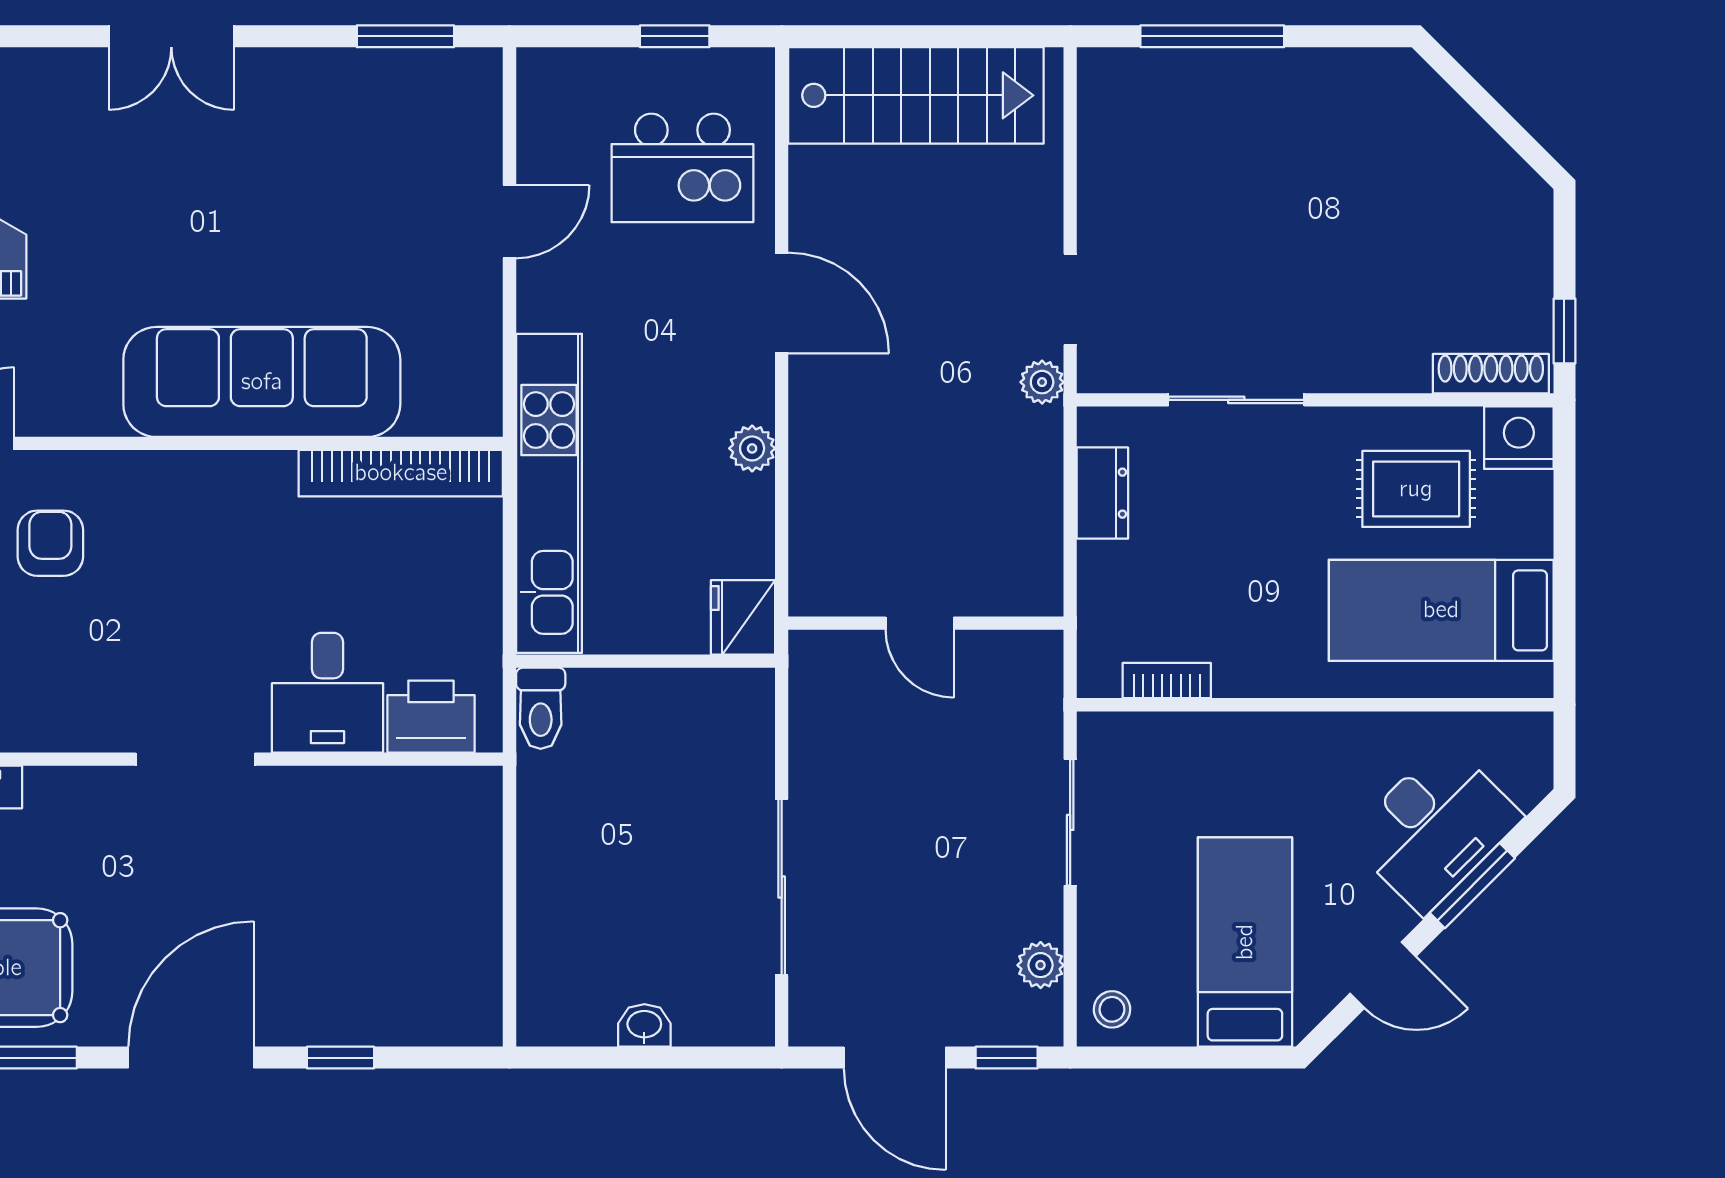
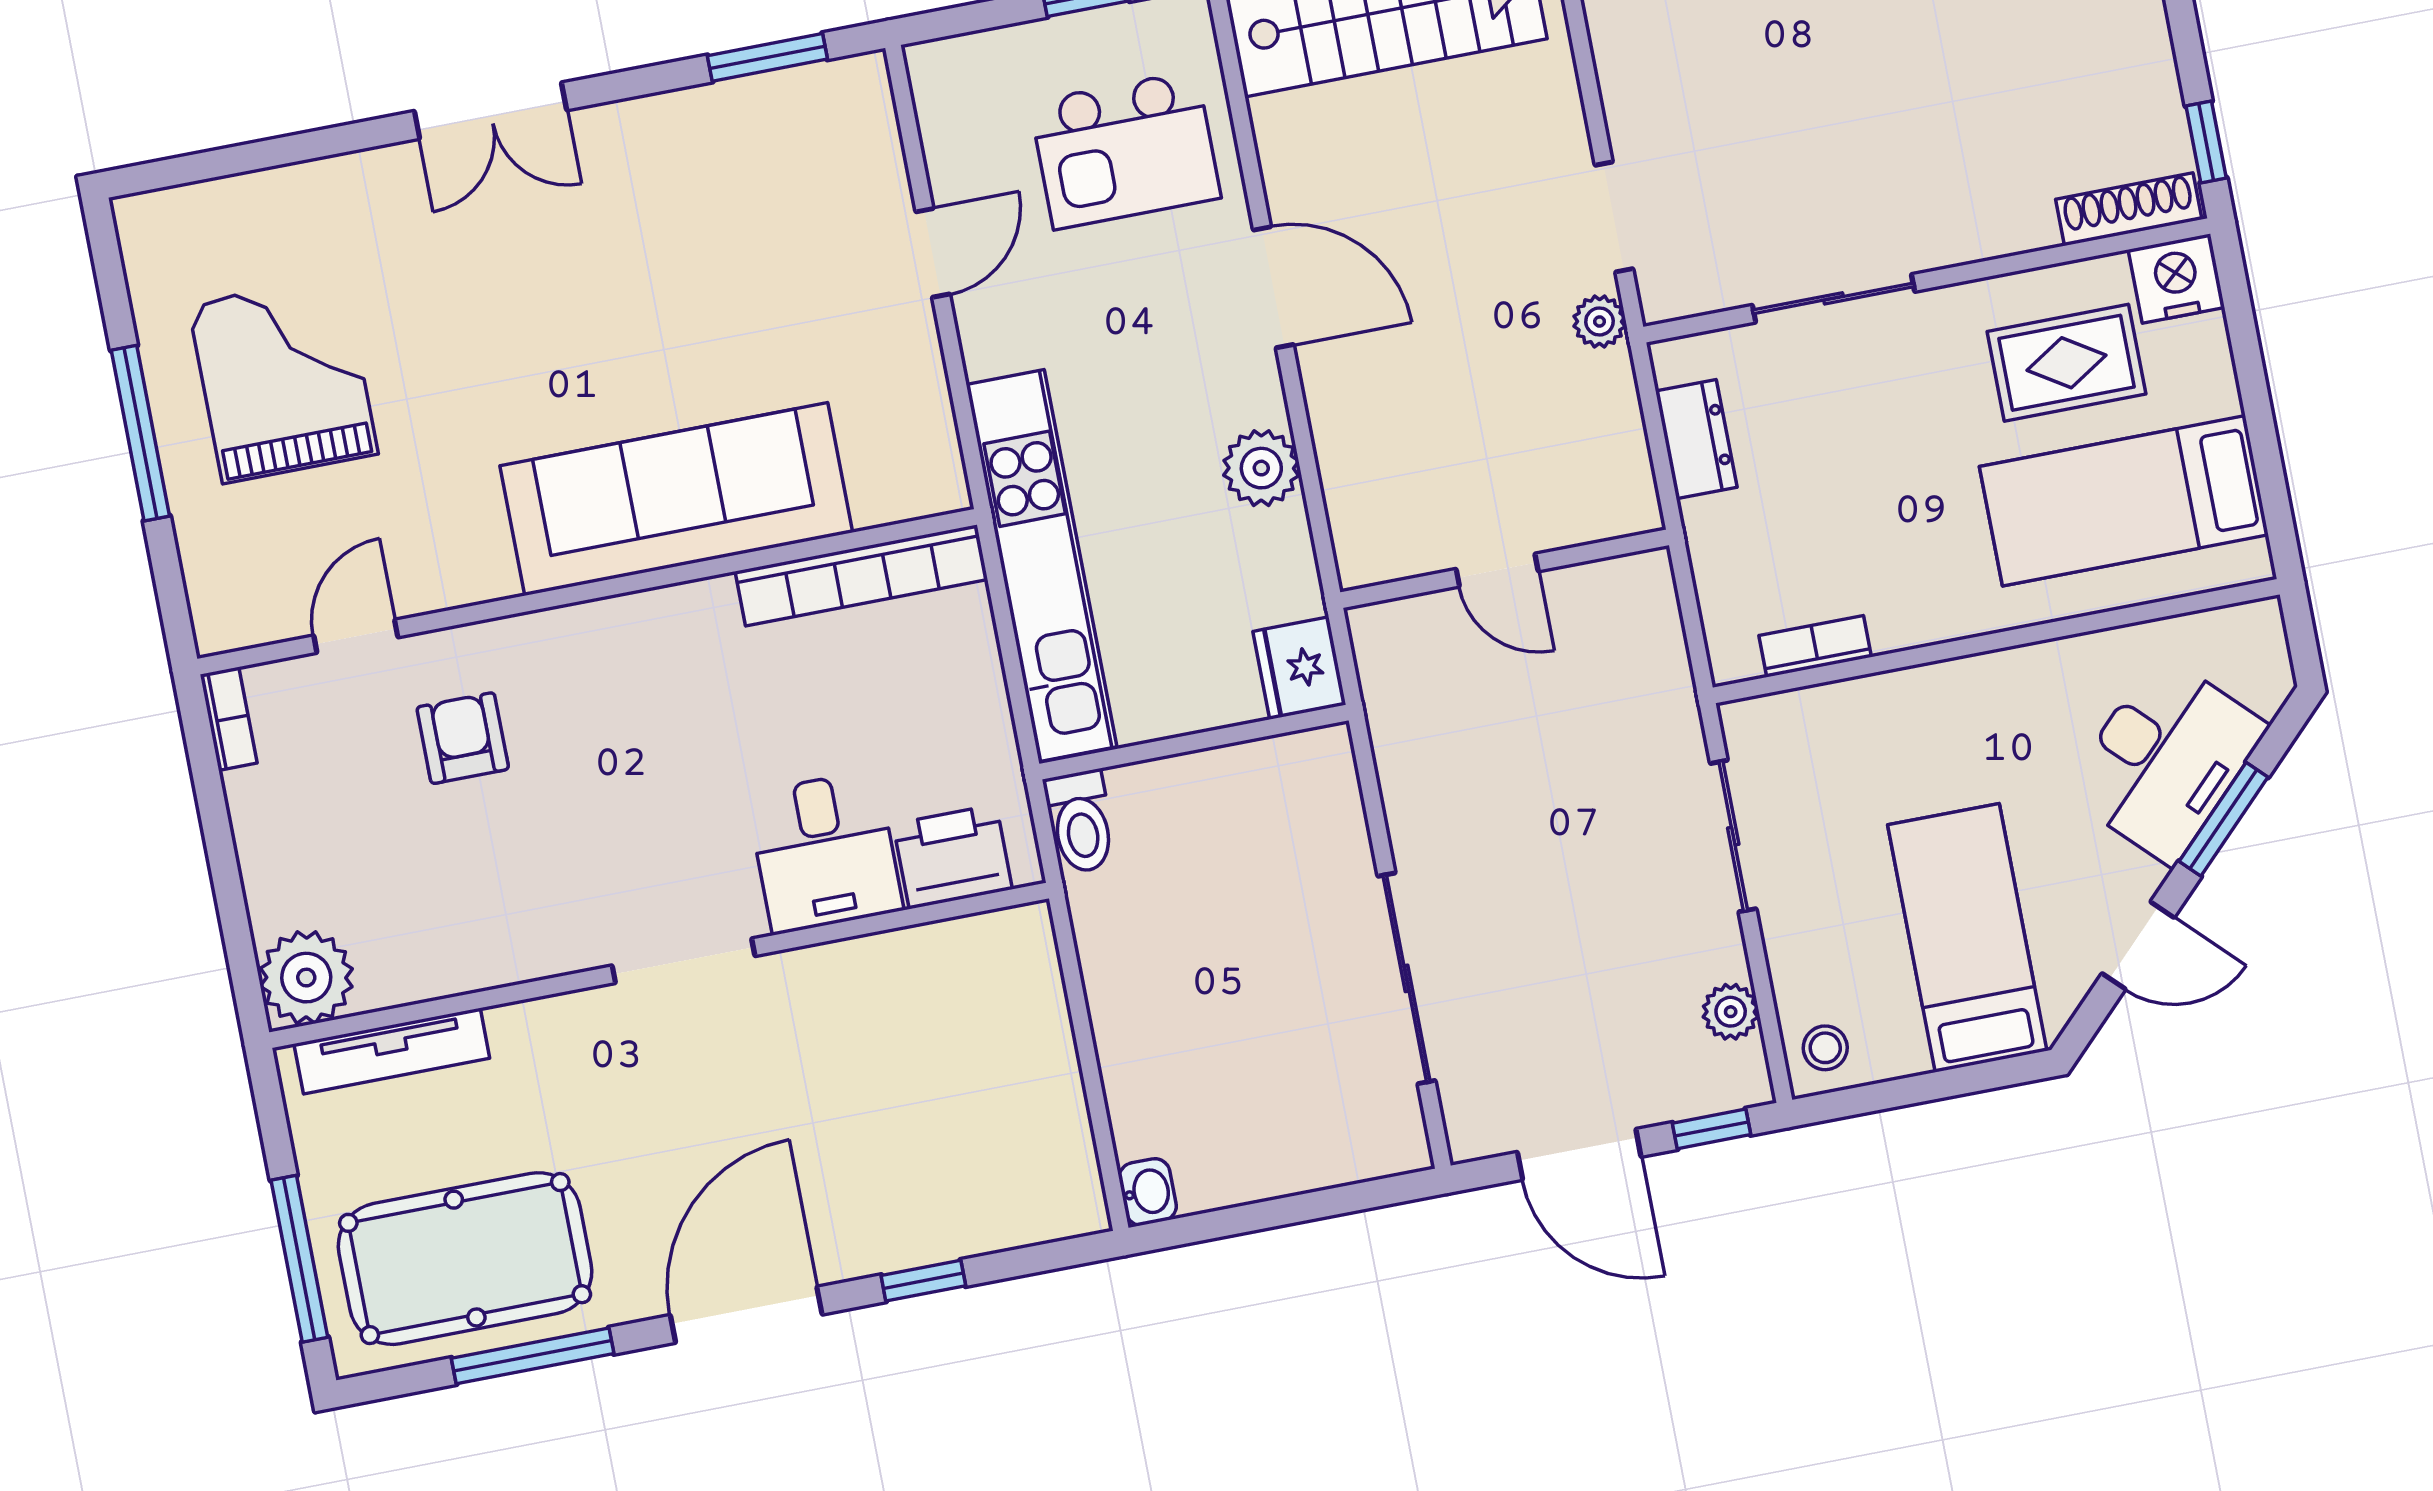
plant: (752, 448) -> (1261, 468), width x1.38, depth x1.38
door: (920, 623) -> (1497, 570), moved
wall: (926, 623) -> (1505, 569), moved
washbasin: (644, 1025) -> (1148, 1192), moved, turned 90

